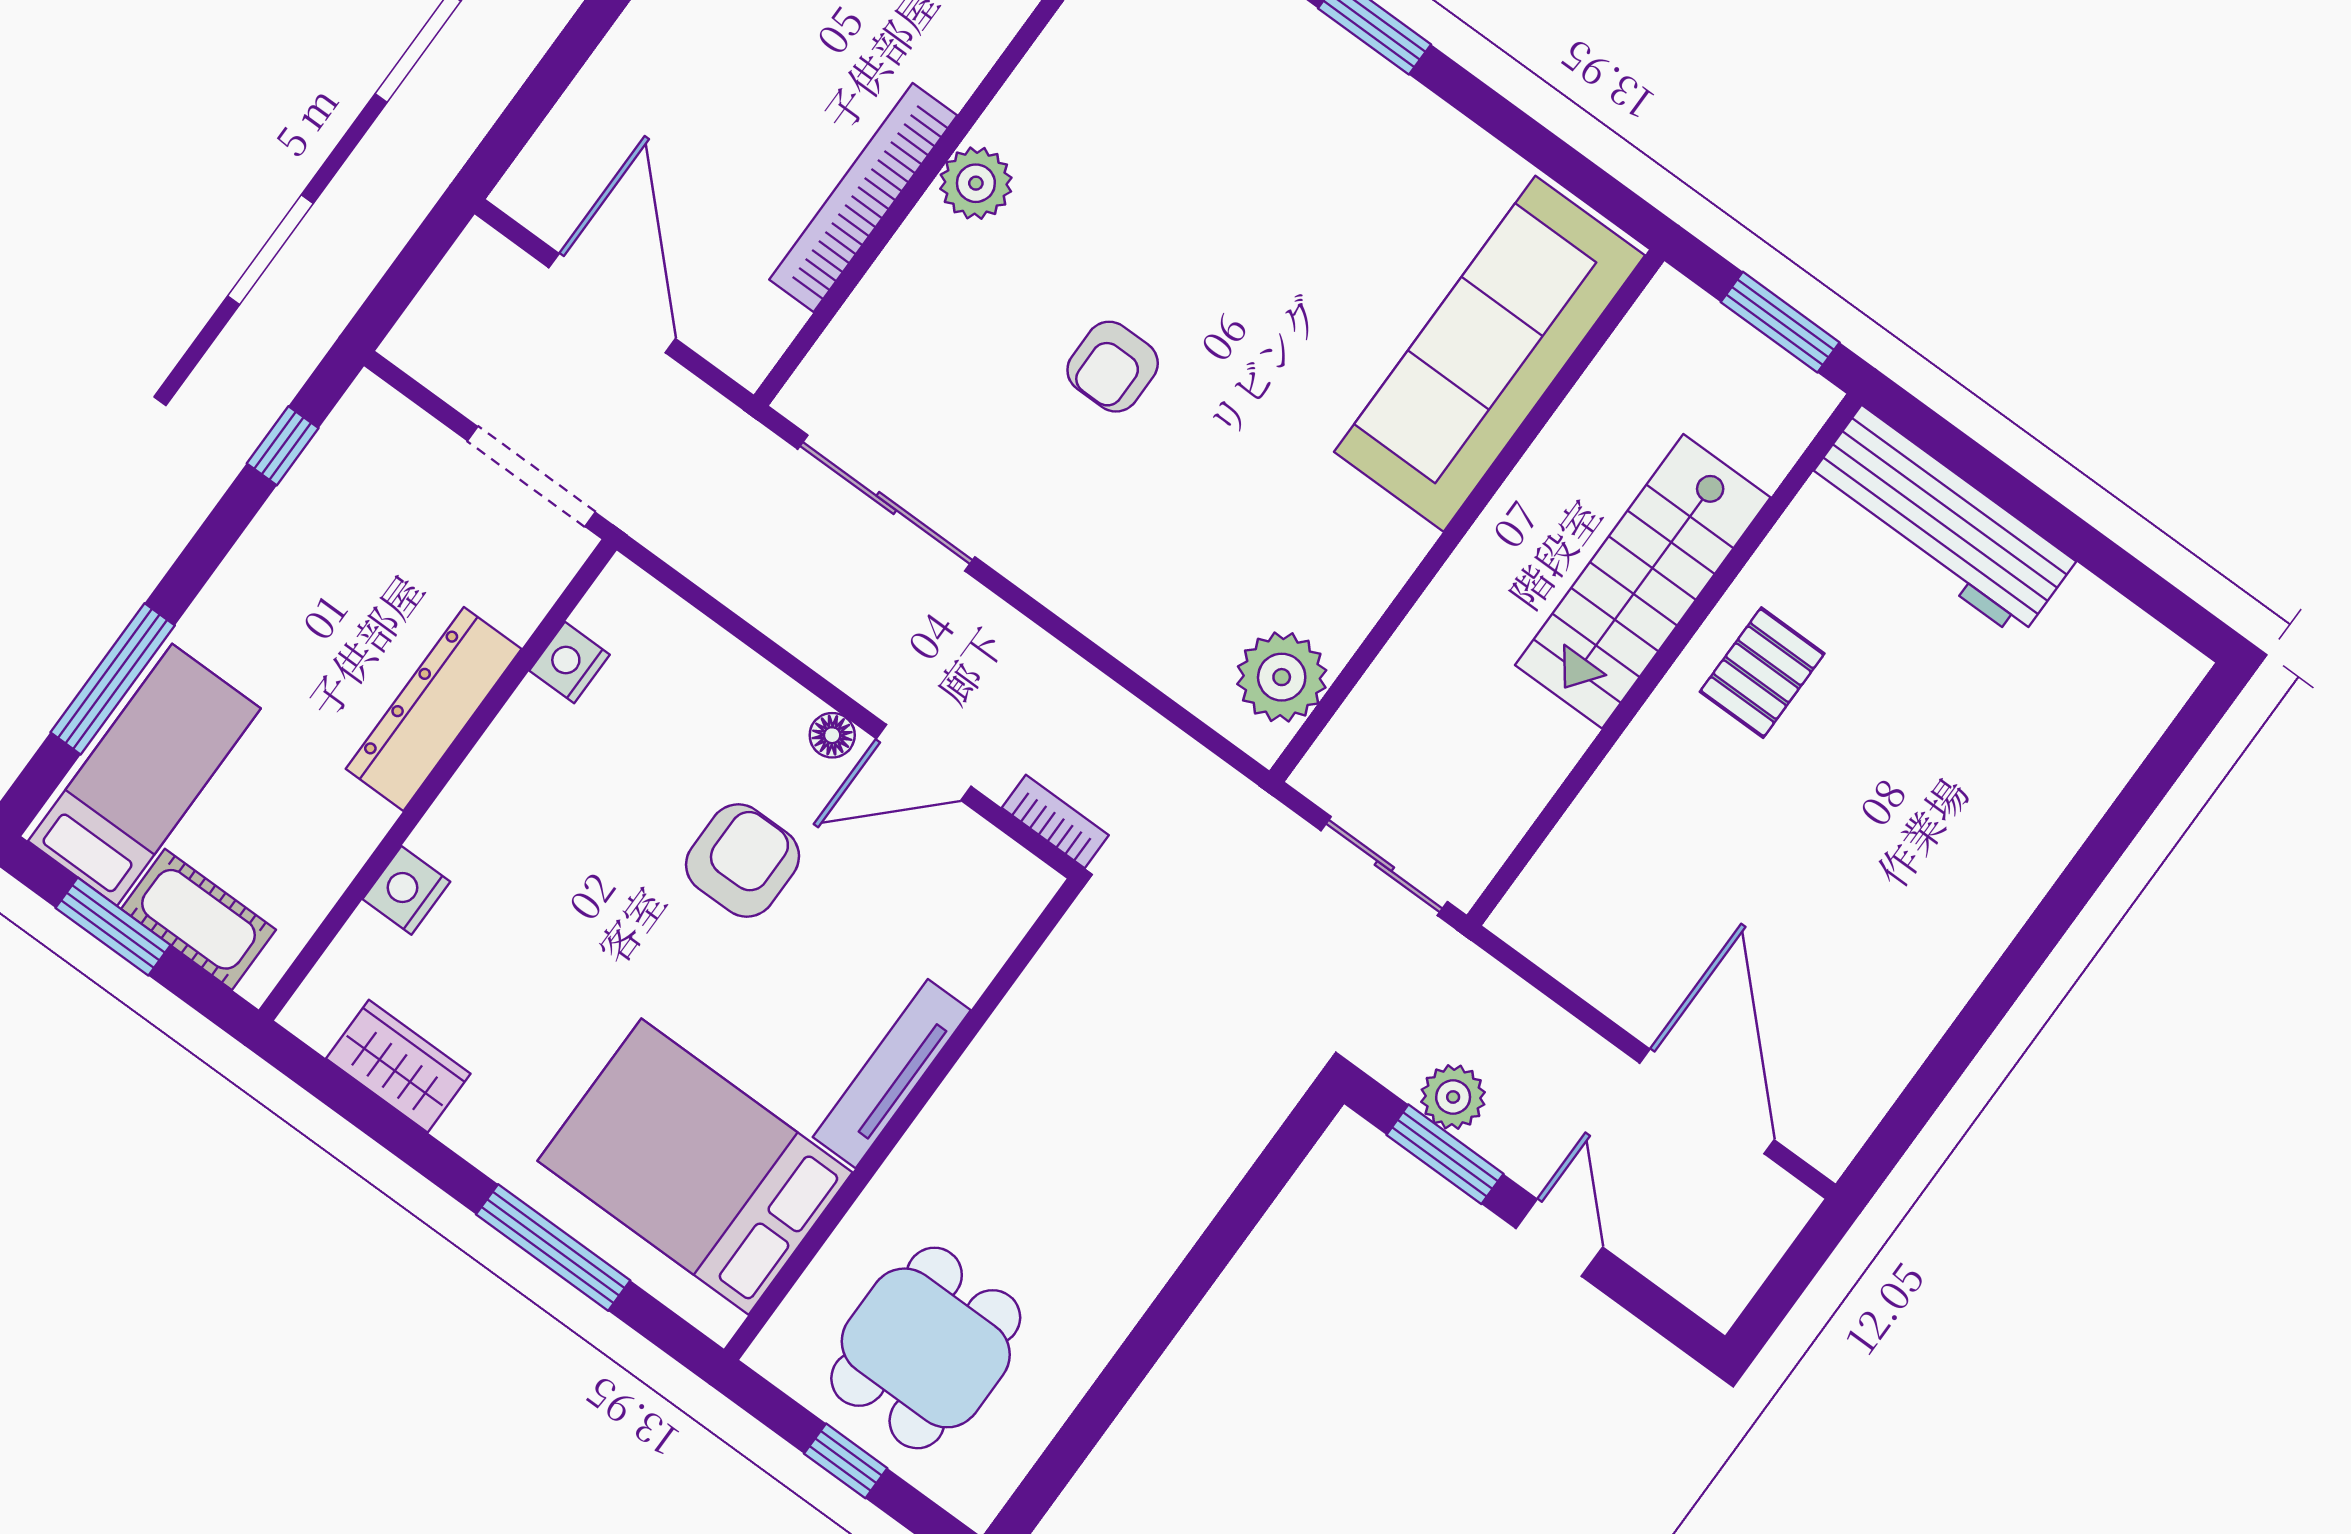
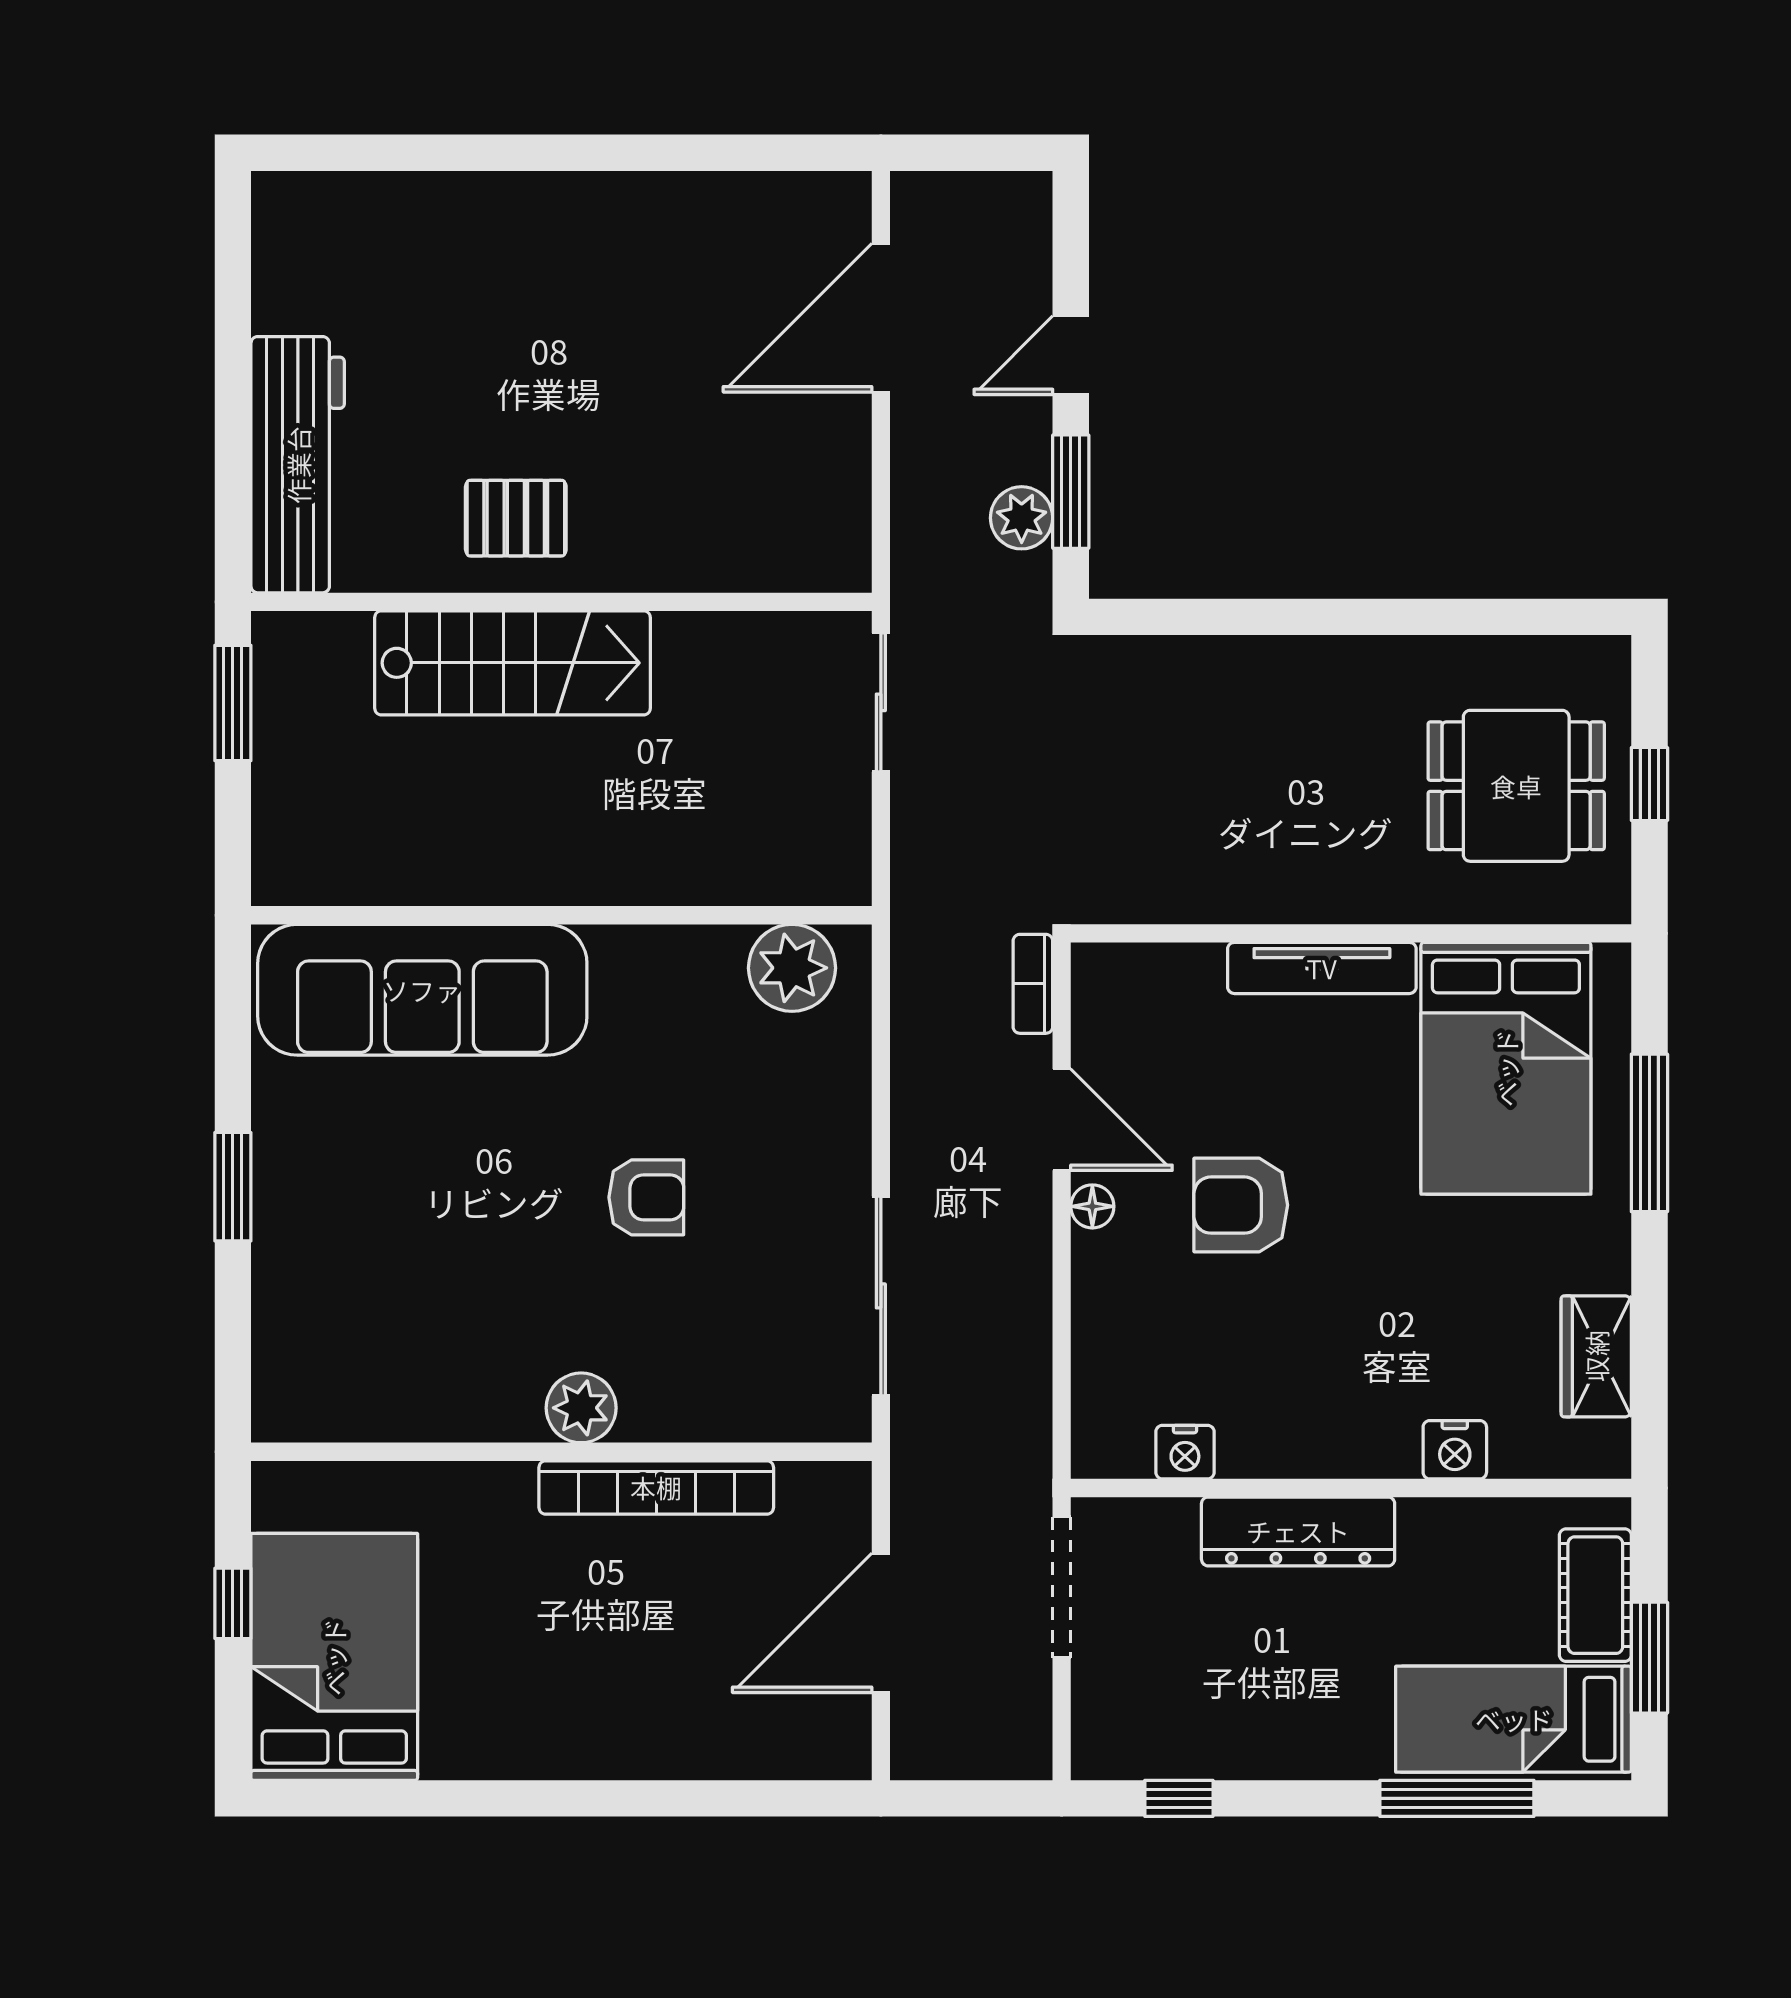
sofa: (1489, 354) -> (422, 990), moved
wall: (1467, 516) -> (561, 915), moved
plant: (1282, 677) -> (792, 968), moved

